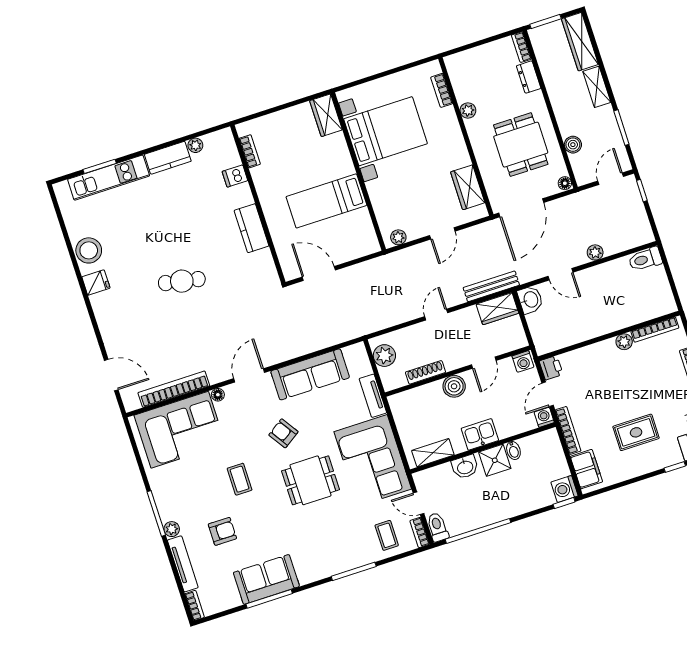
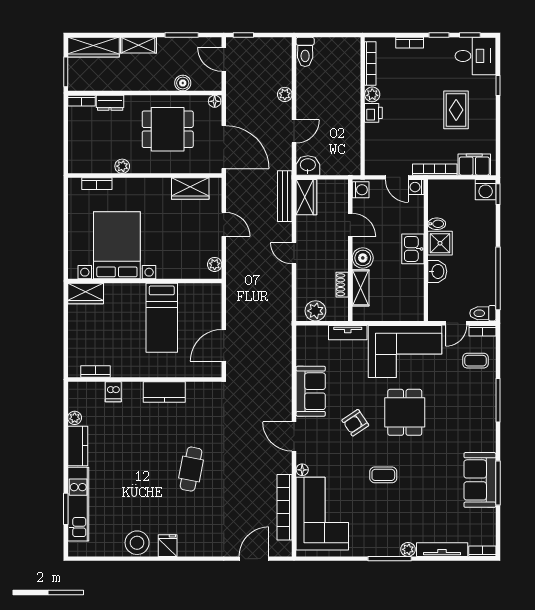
printer: (551, 368) -> (373, 113), moved, turned 90
shoe rack: (425, 372) -> (342, 285), width x0.70
sofa: (310, 374) -> (311, 391), width x0.73
shelving: (433, 453) -> (361, 288), moved
armchair: (222, 531) -> (425, 505), removed

